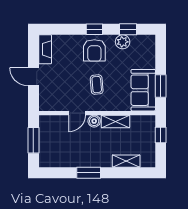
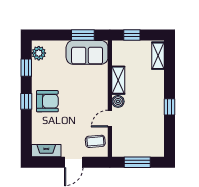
plant: (123, 42) -> (39, 53), moved
coffee table: (97, 85) -> (95, 141), moved
door: (77, 113) -> (110, 119), swing flipped
shelving: (126, 161) -> (158, 56), moved
window: (89, 173) -> (170, 107), width x0.67

